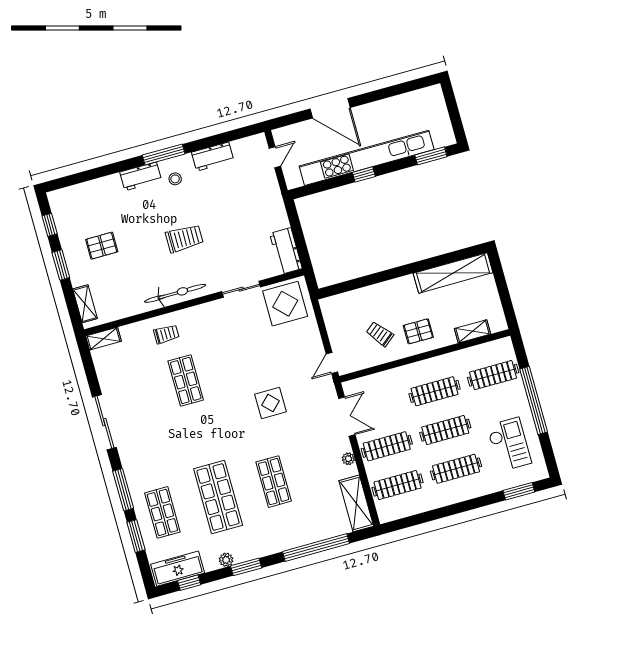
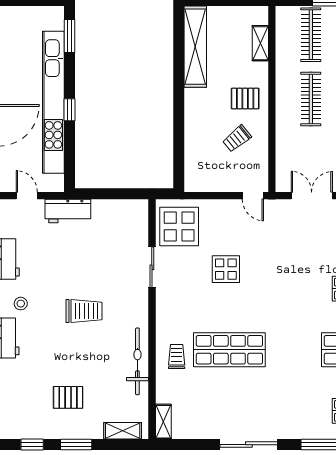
trolley: (184, 238) -> (84, 311), turned 90
pallet: (102, 246) -> (68, 397), turned 90
workbench: (286, 251) -> (68, 211), moved
bicycle: (175, 293) -> (137, 361), moved
pallet: (418, 331) -> (245, 99), turned 90
shop shelf: (186, 380) -> (229, 350), width x1.43, depth x1.36
display table: (270, 403) -> (226, 269), moved

